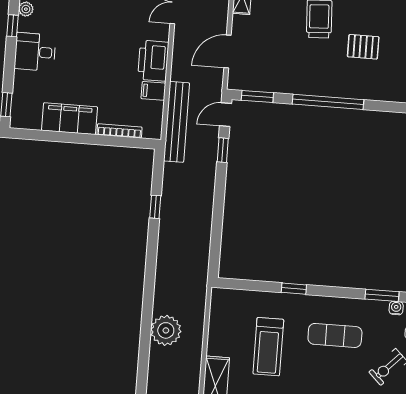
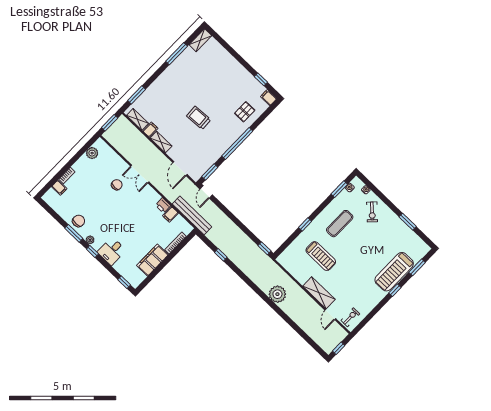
pallet: (363, 47) -> (245, 112), moved
printer: (153, 61) -> (163, 205), width x0.53, depth x0.68
window: (223, 150) -> (264, 248), moved

